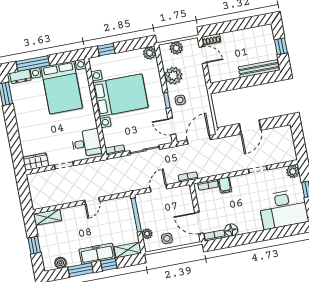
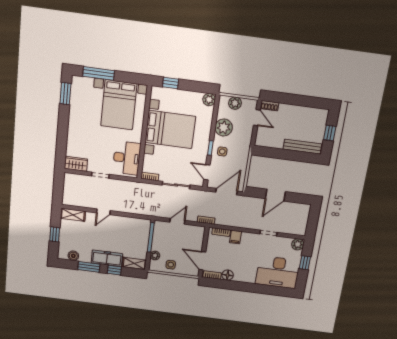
dresser: (20, 77) -> (84, 82), removed
desk: (87, 143) -> (127, 158), width x1.37
door: (92, 201) -> (103, 212), moved

